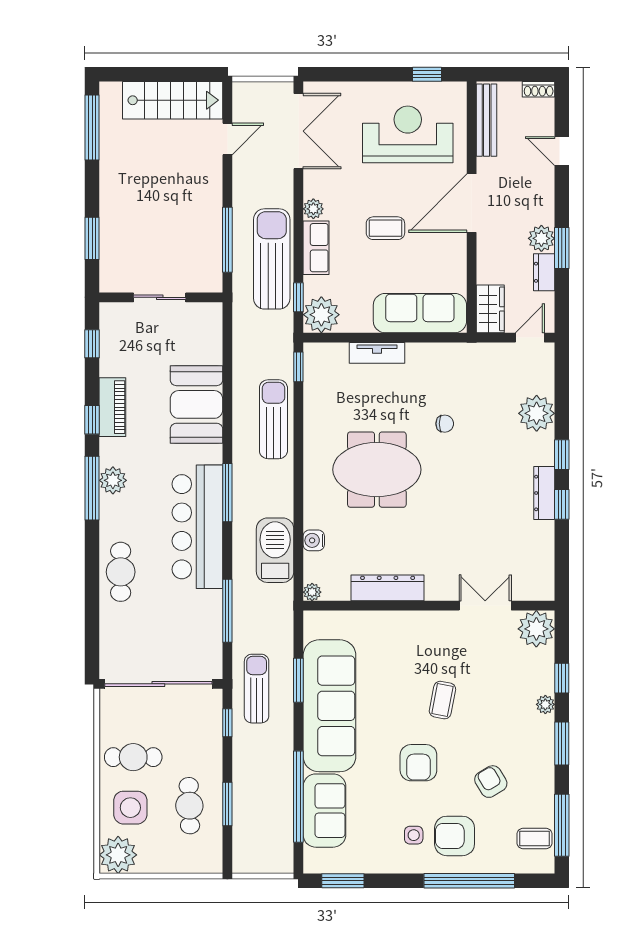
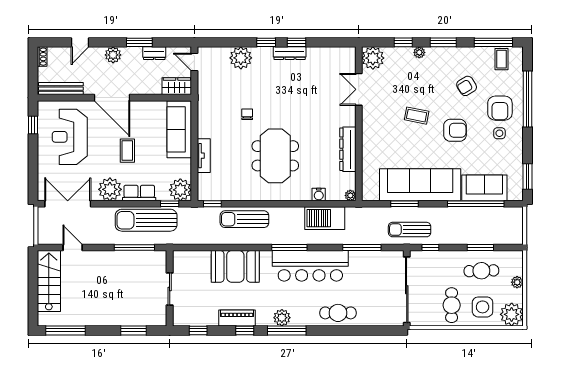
plant: (313, 209) -> (110, 189), width x1.87, depth x1.87
plant: (541, 238) -> (113, 55), moved
plant: (171, 864) -> (517, 282), added

